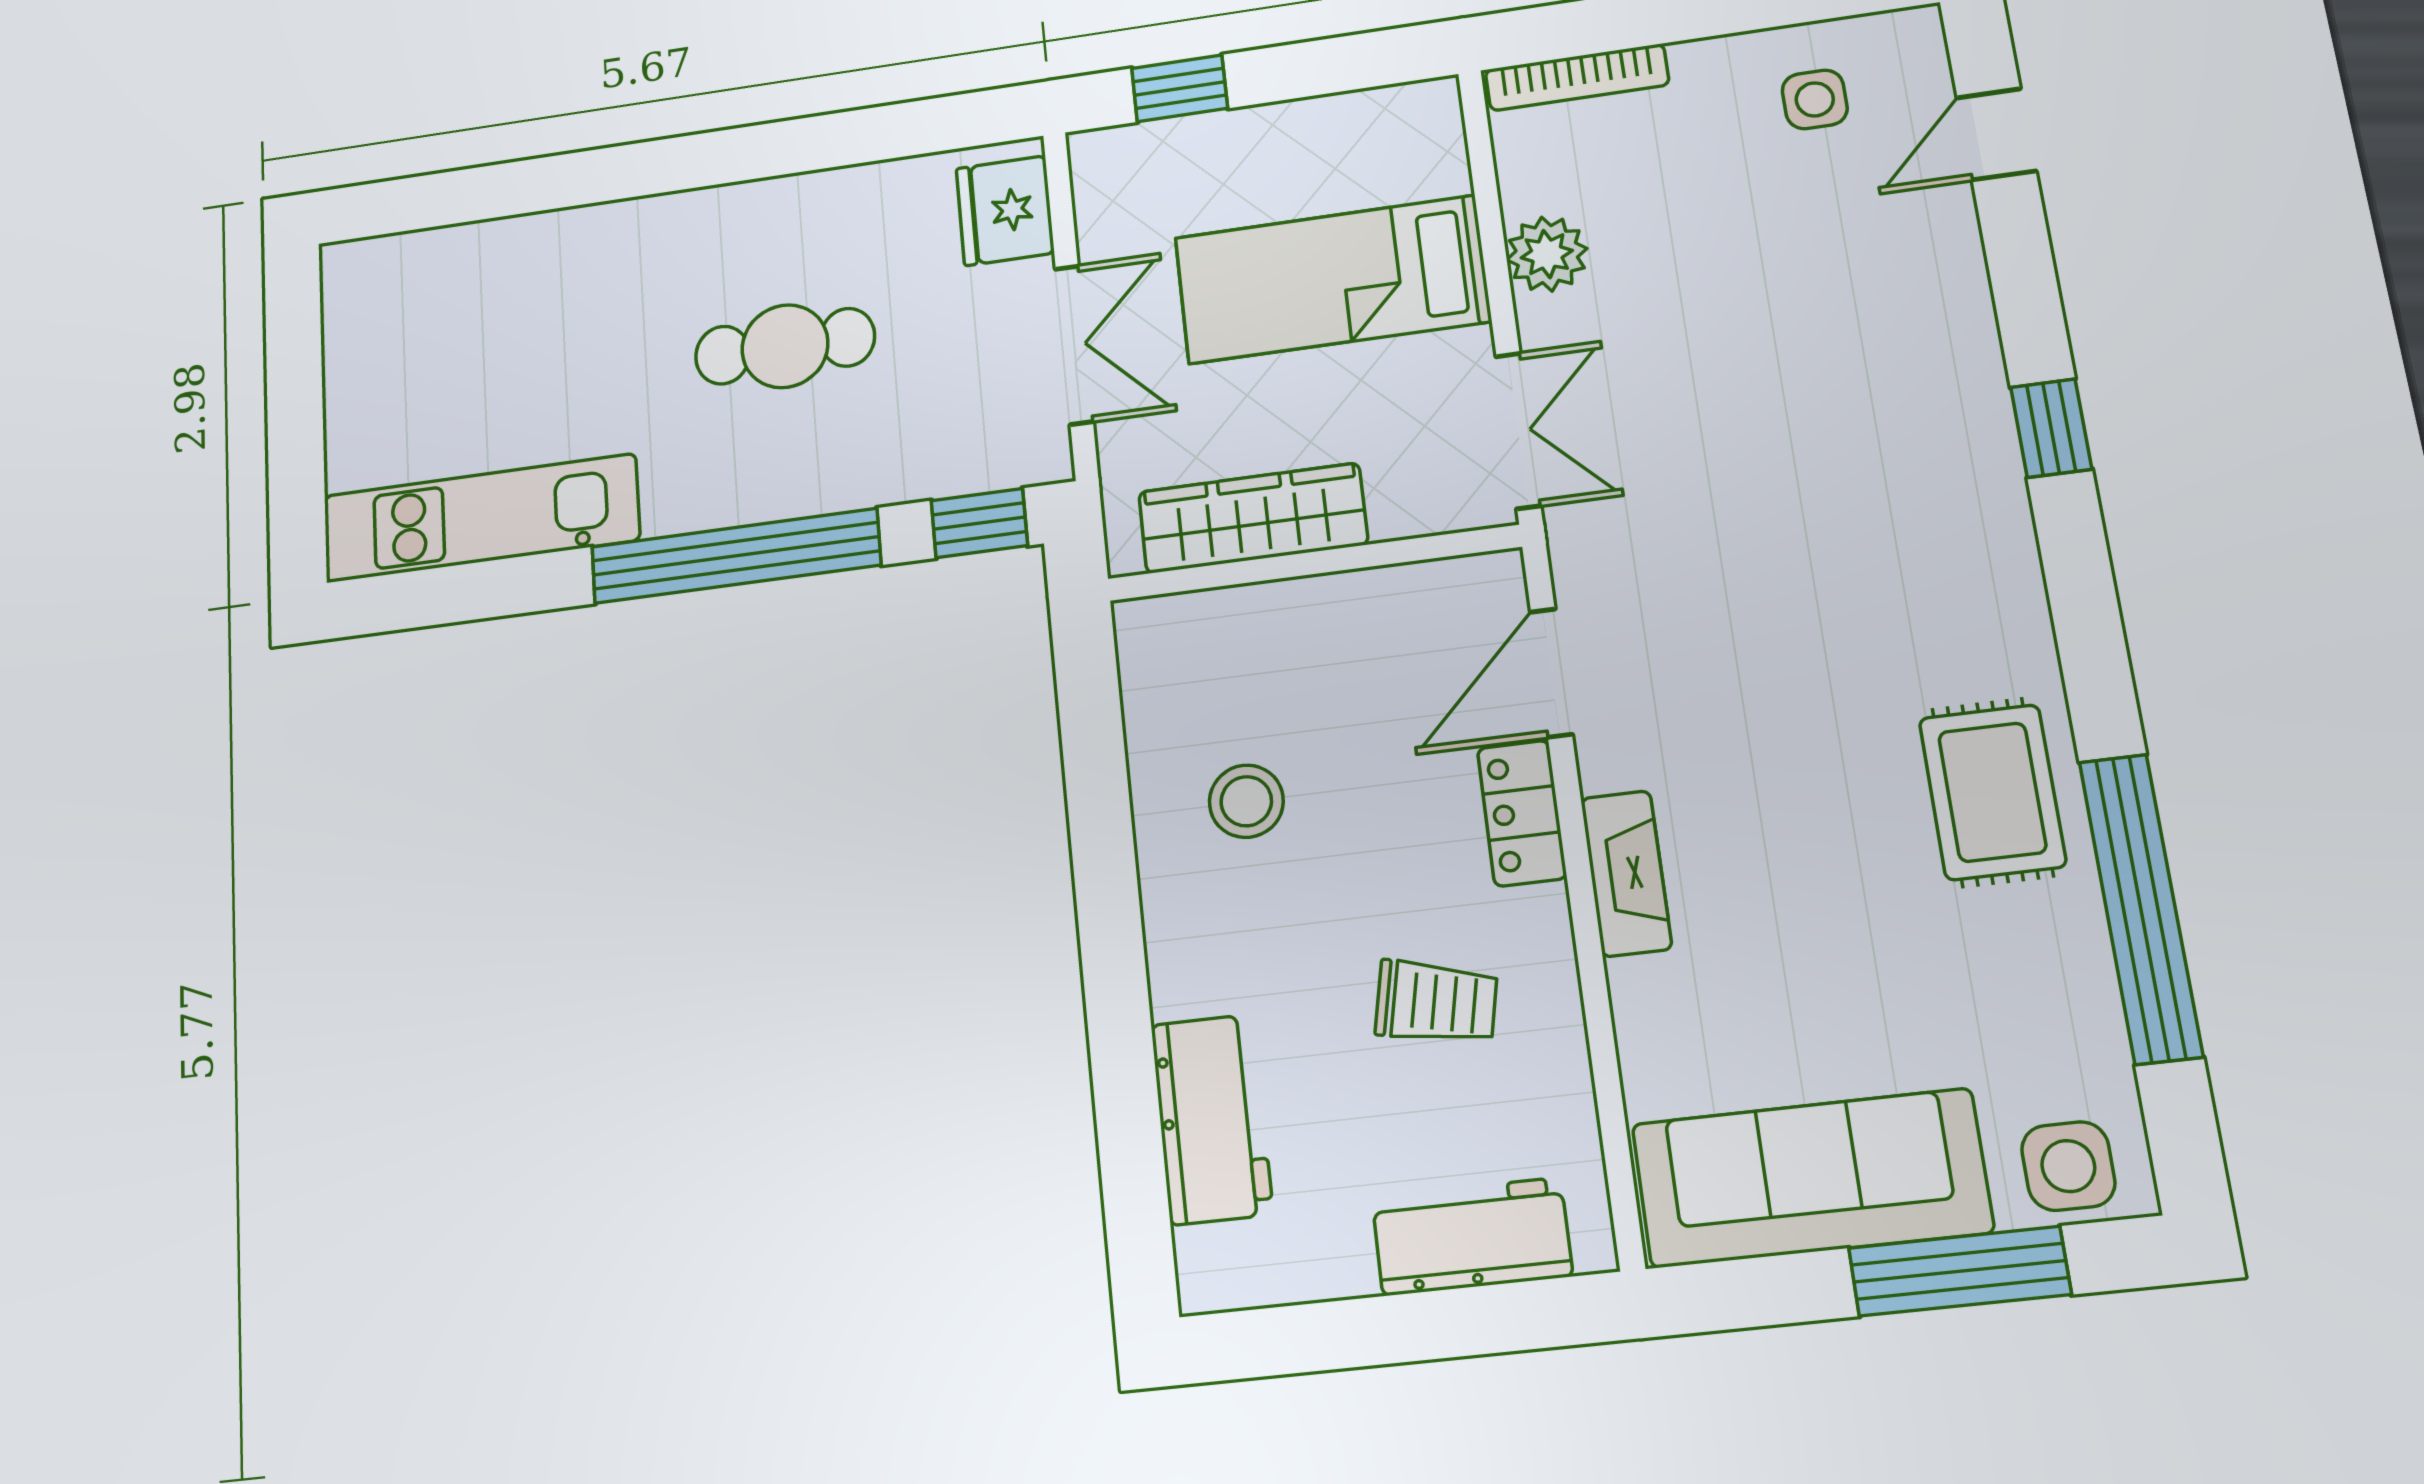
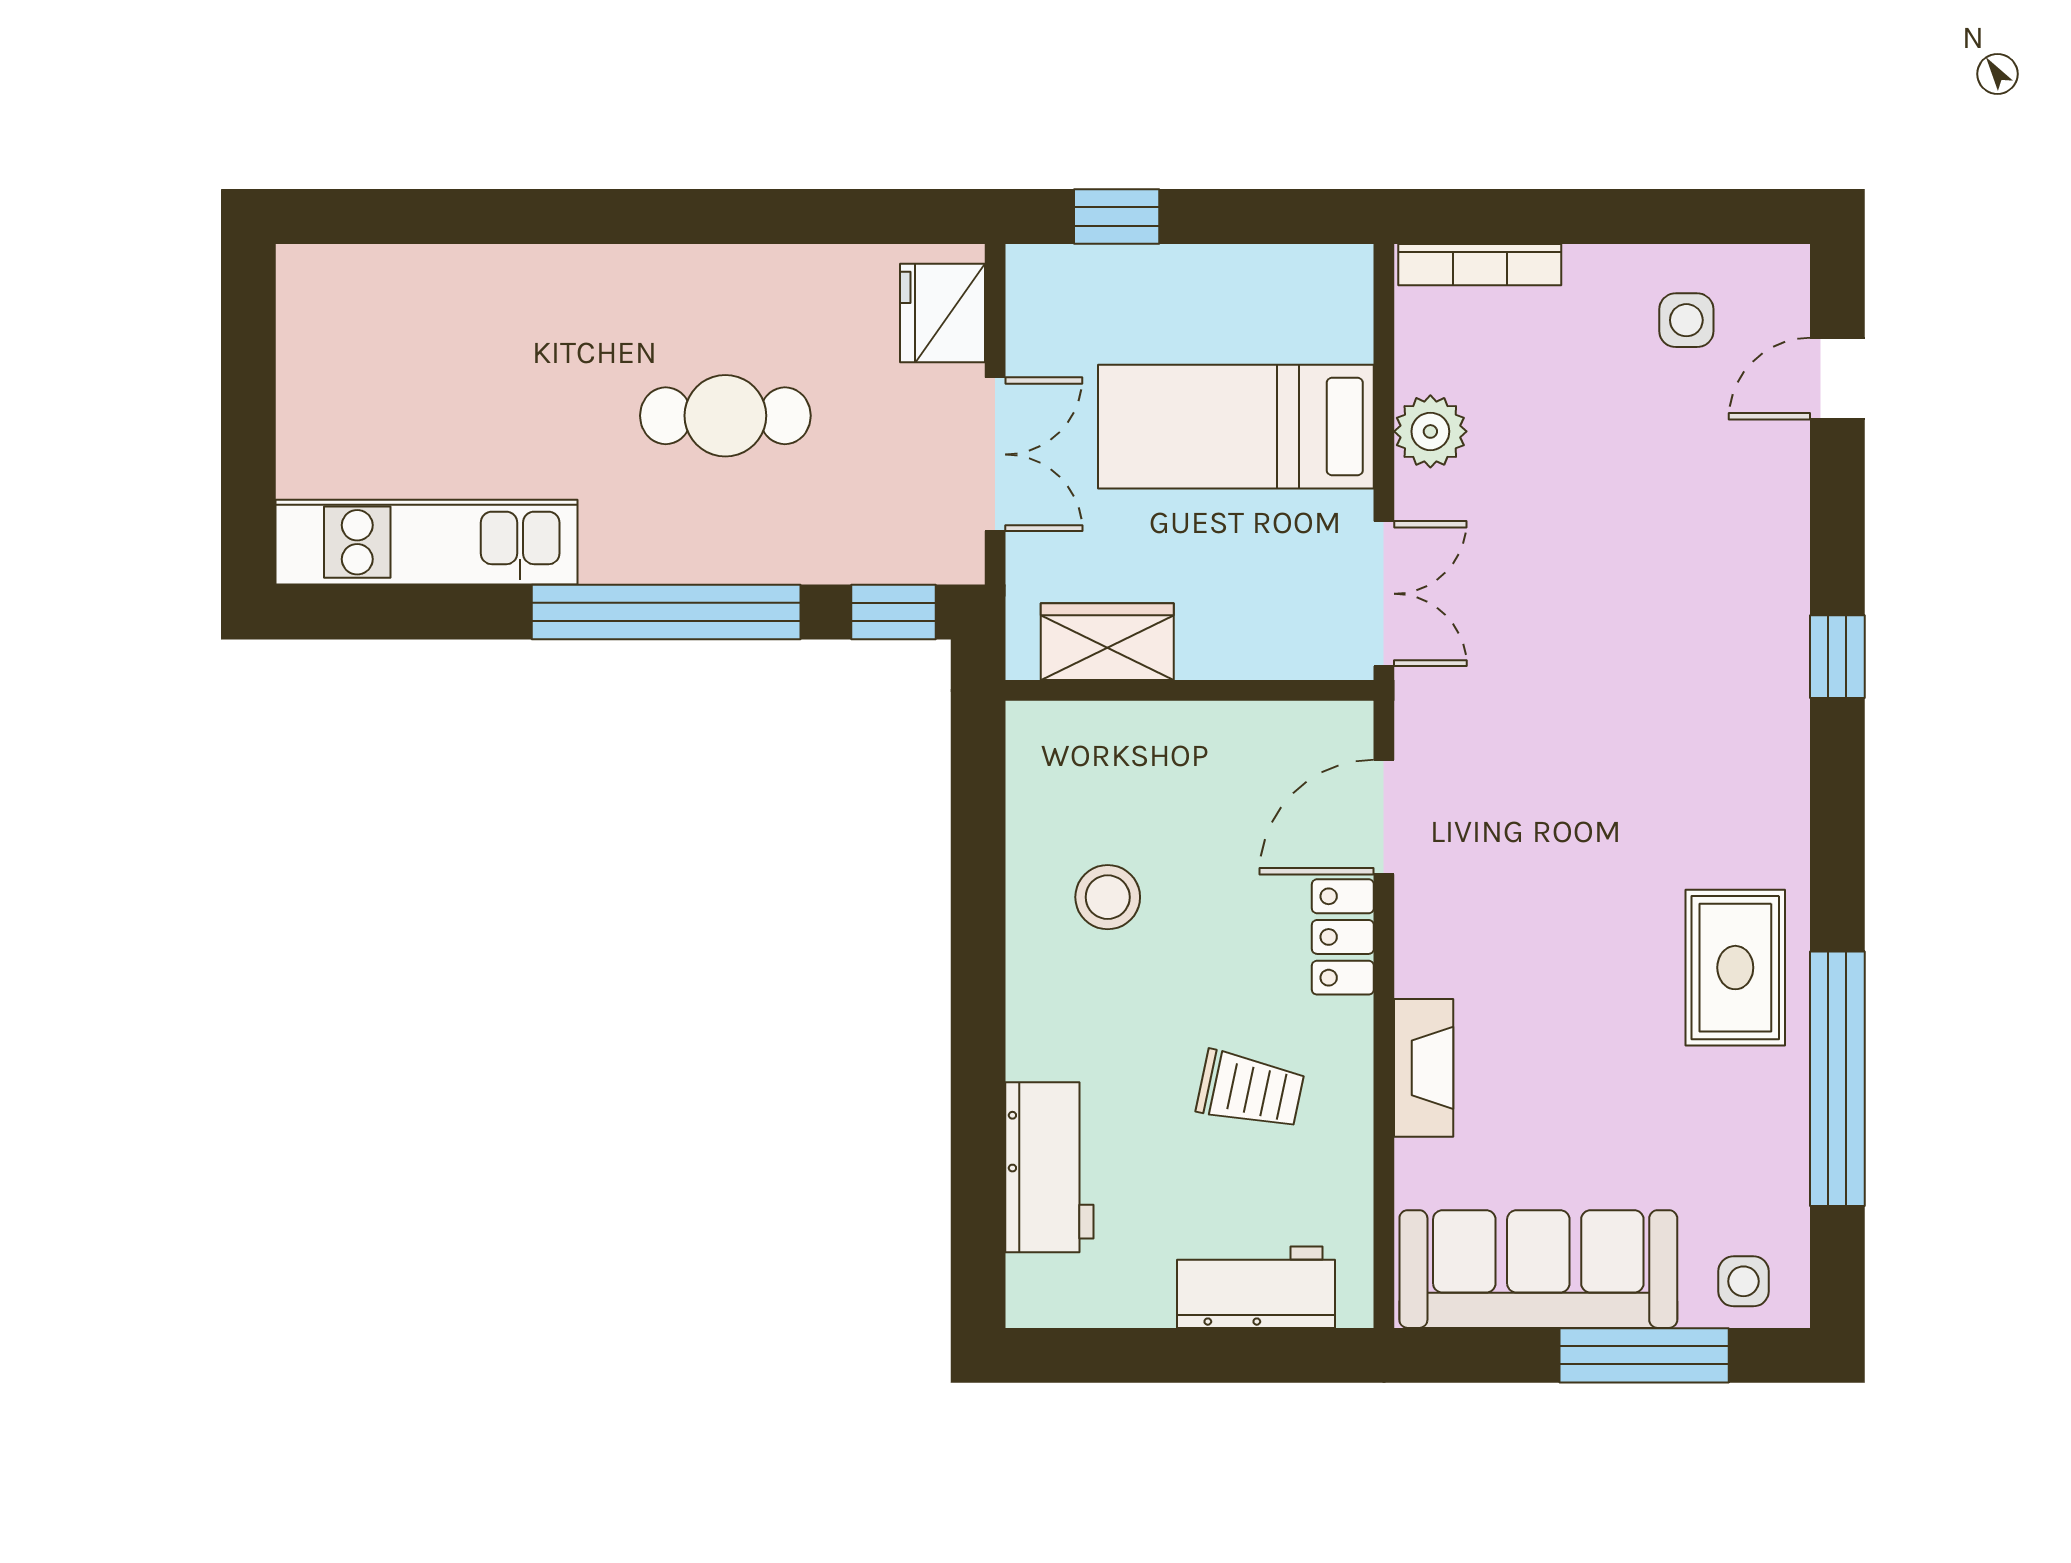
wardrobe: (1253, 518) -> (1107, 642), width x0.67
fireplace: (1626, 873) -> (1424, 1068), moved
side table: (2068, 1166) -> (1744, 1281), width x0.73, depth x0.73

